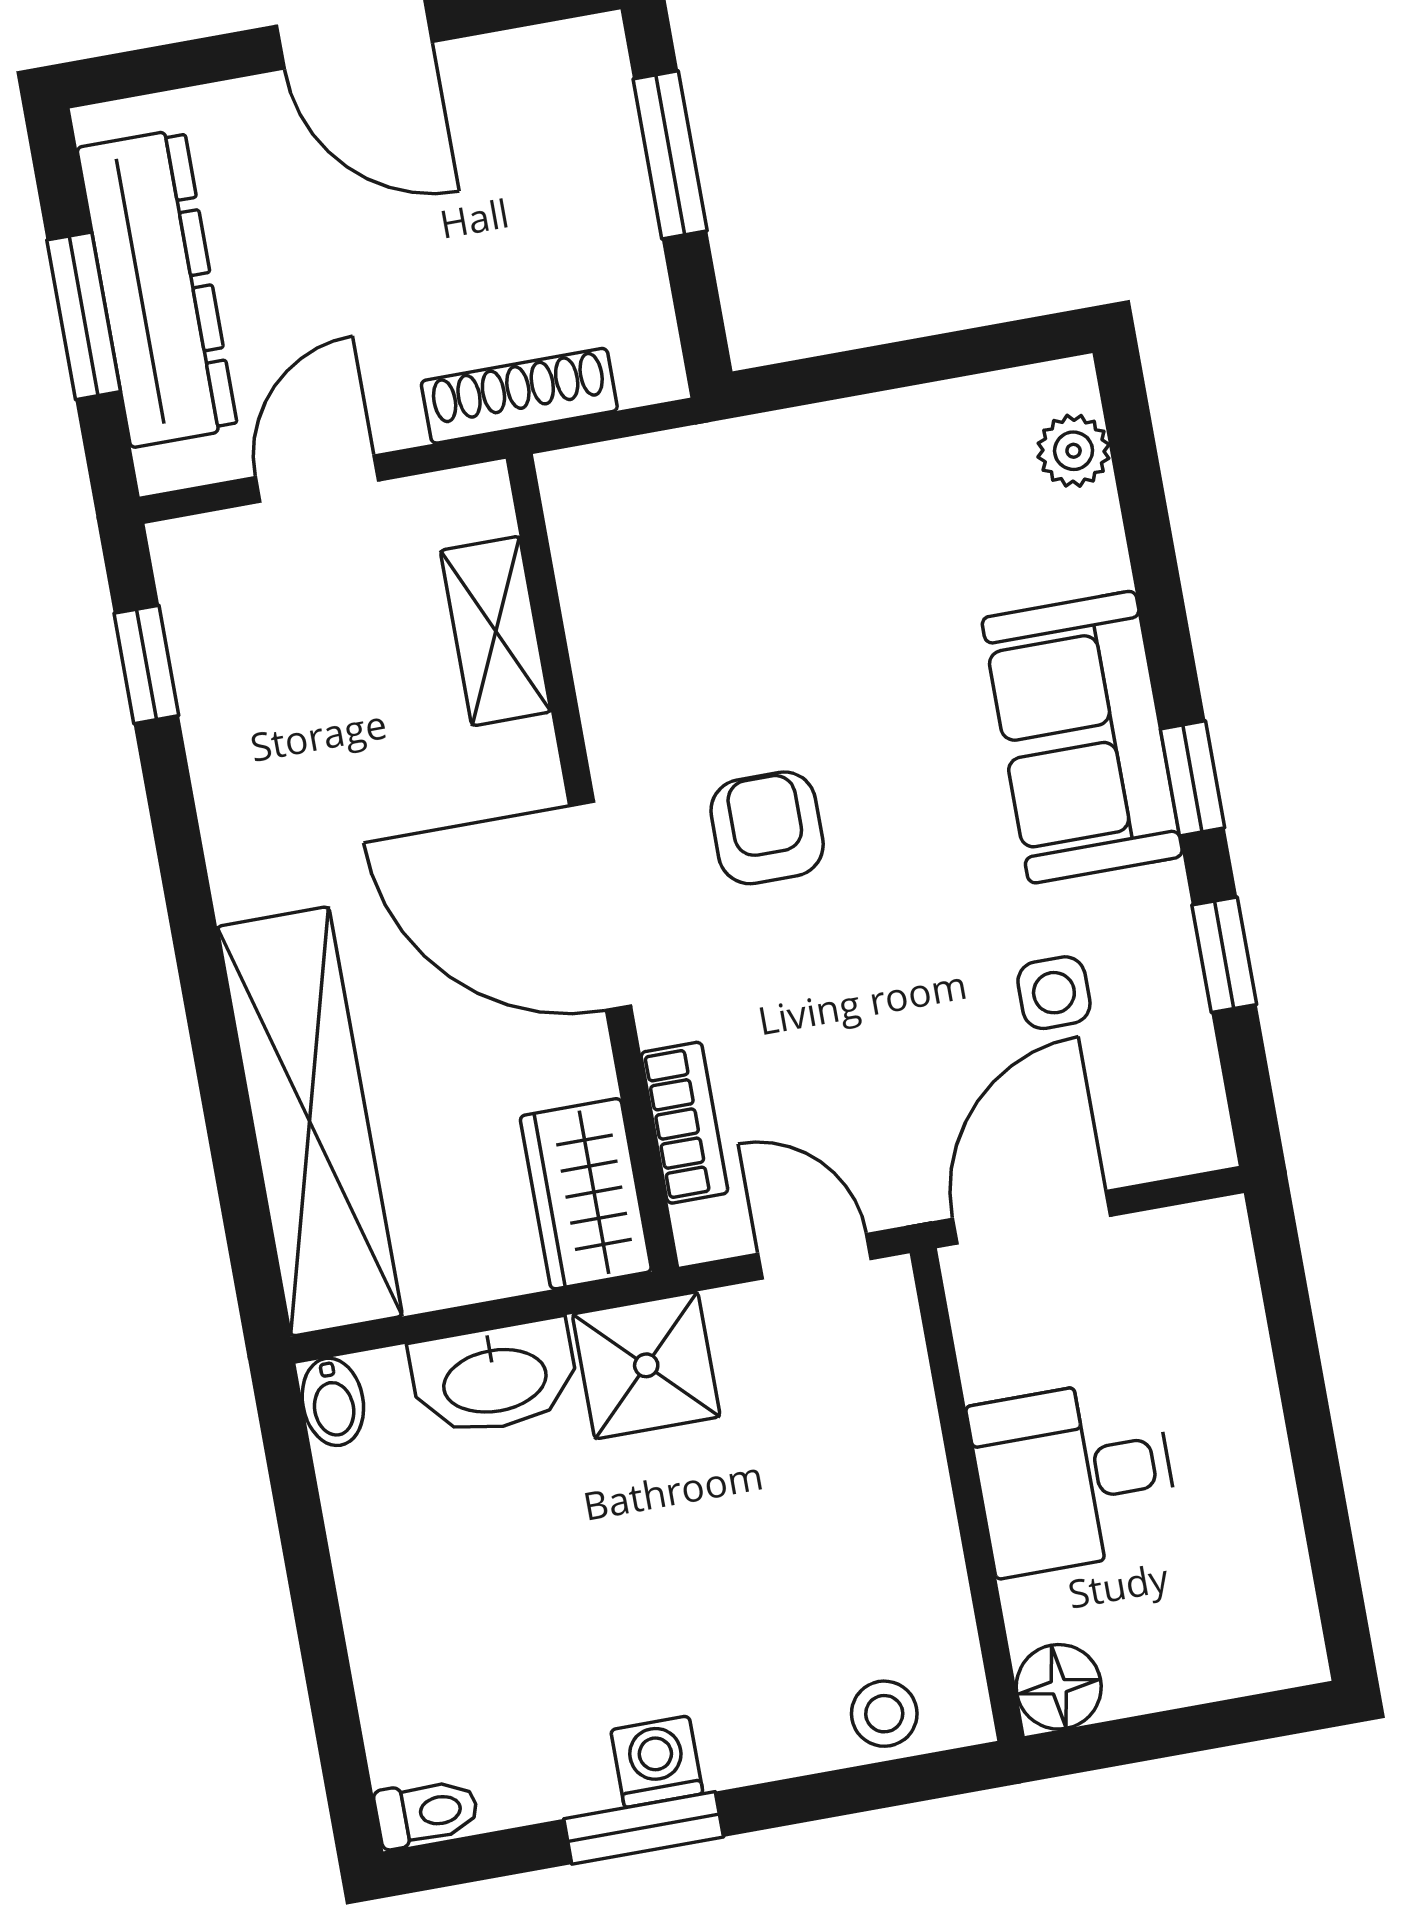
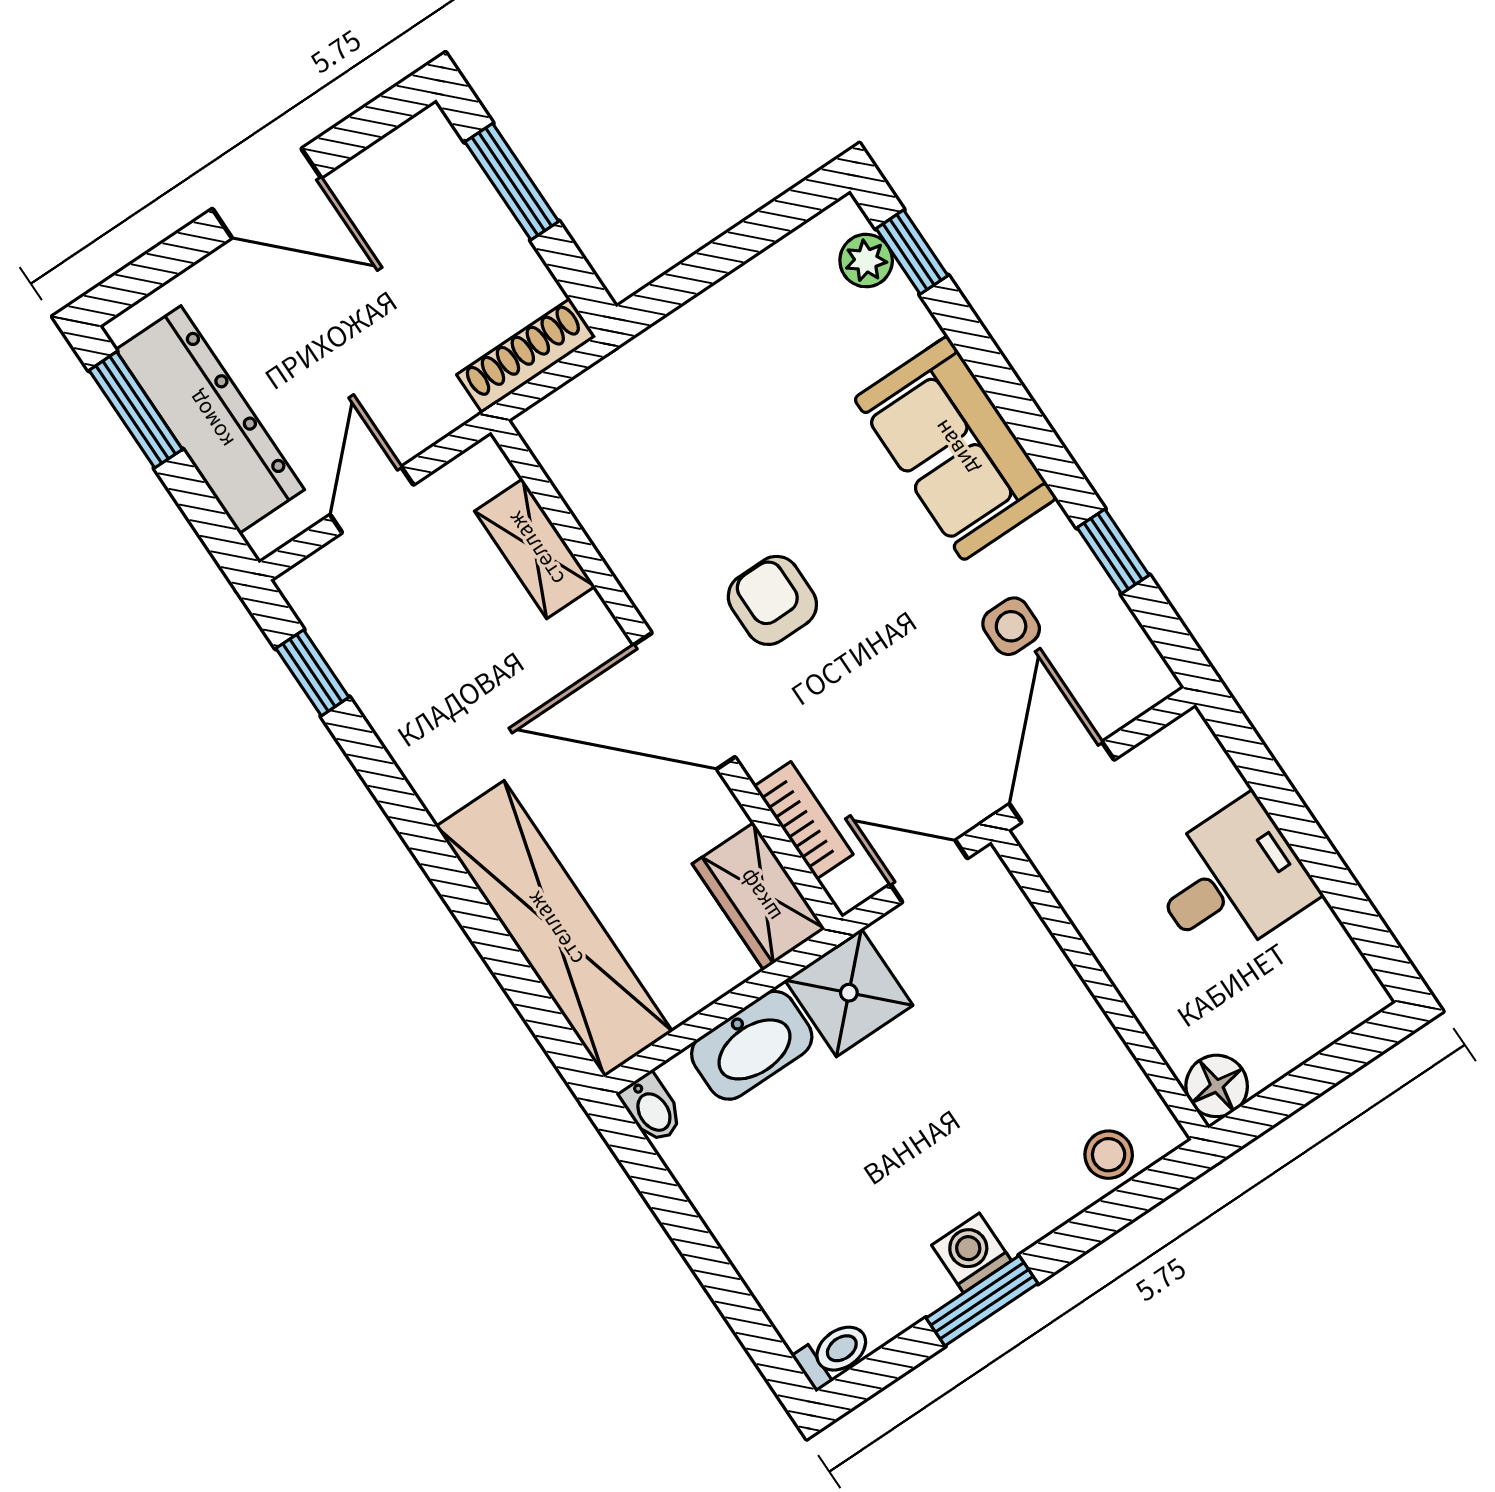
window: (84, 316) -> (136, 410), moved
shoe rack: (519, 396) -> (526, 356), moved
window: (1193, 778) -> (912, 252), moved
desk: (1074, 1476) -> (1231, 881), moved, turned 180

